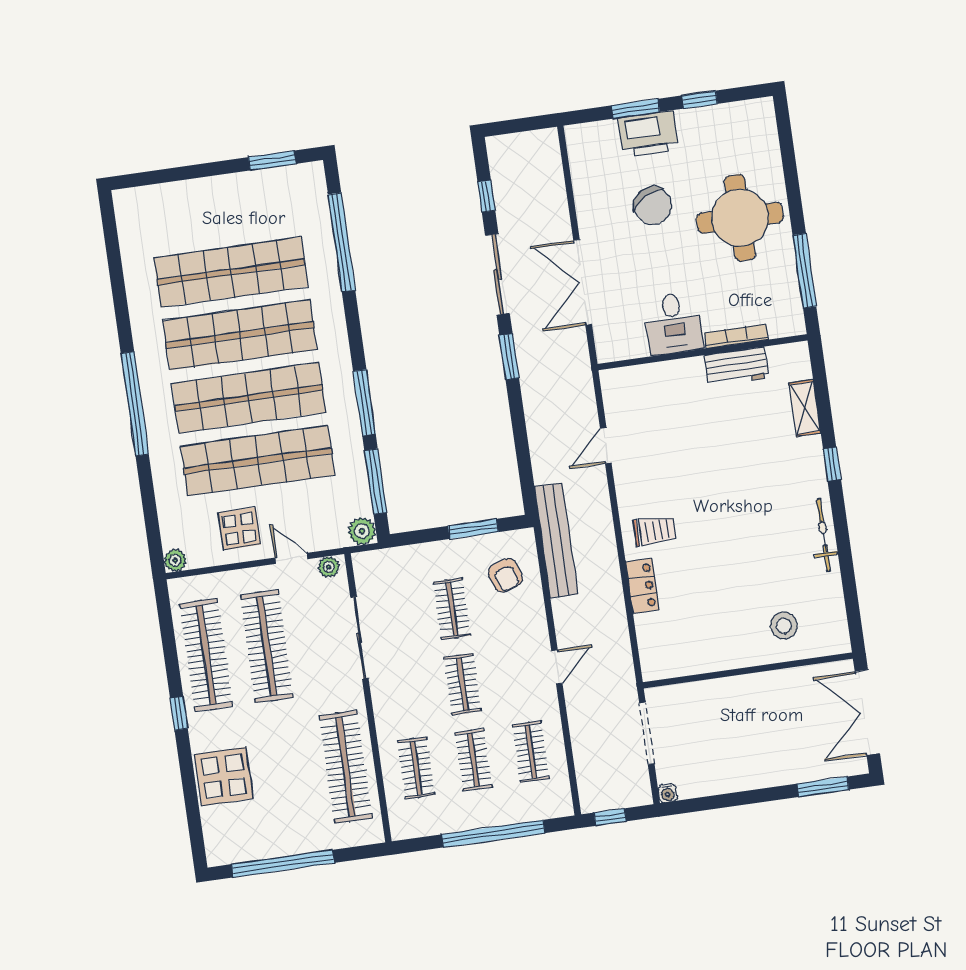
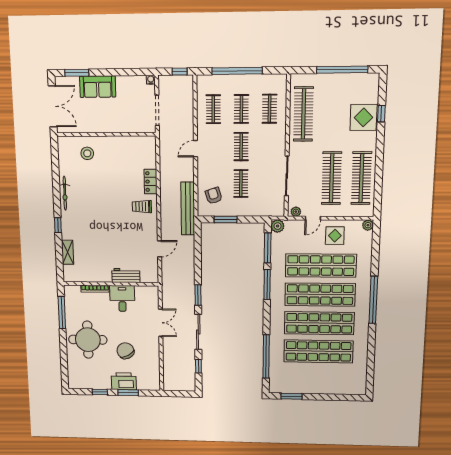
double door: (583, 282) -> (161, 323), width x0.73
workbench: (736, 367) -> (126, 276), moved
door: (291, 558) -> (313, 218), hinge flipped
window: (179, 713) -> (381, 114), moved
sofa: (776, 765) -> (98, 87), added

